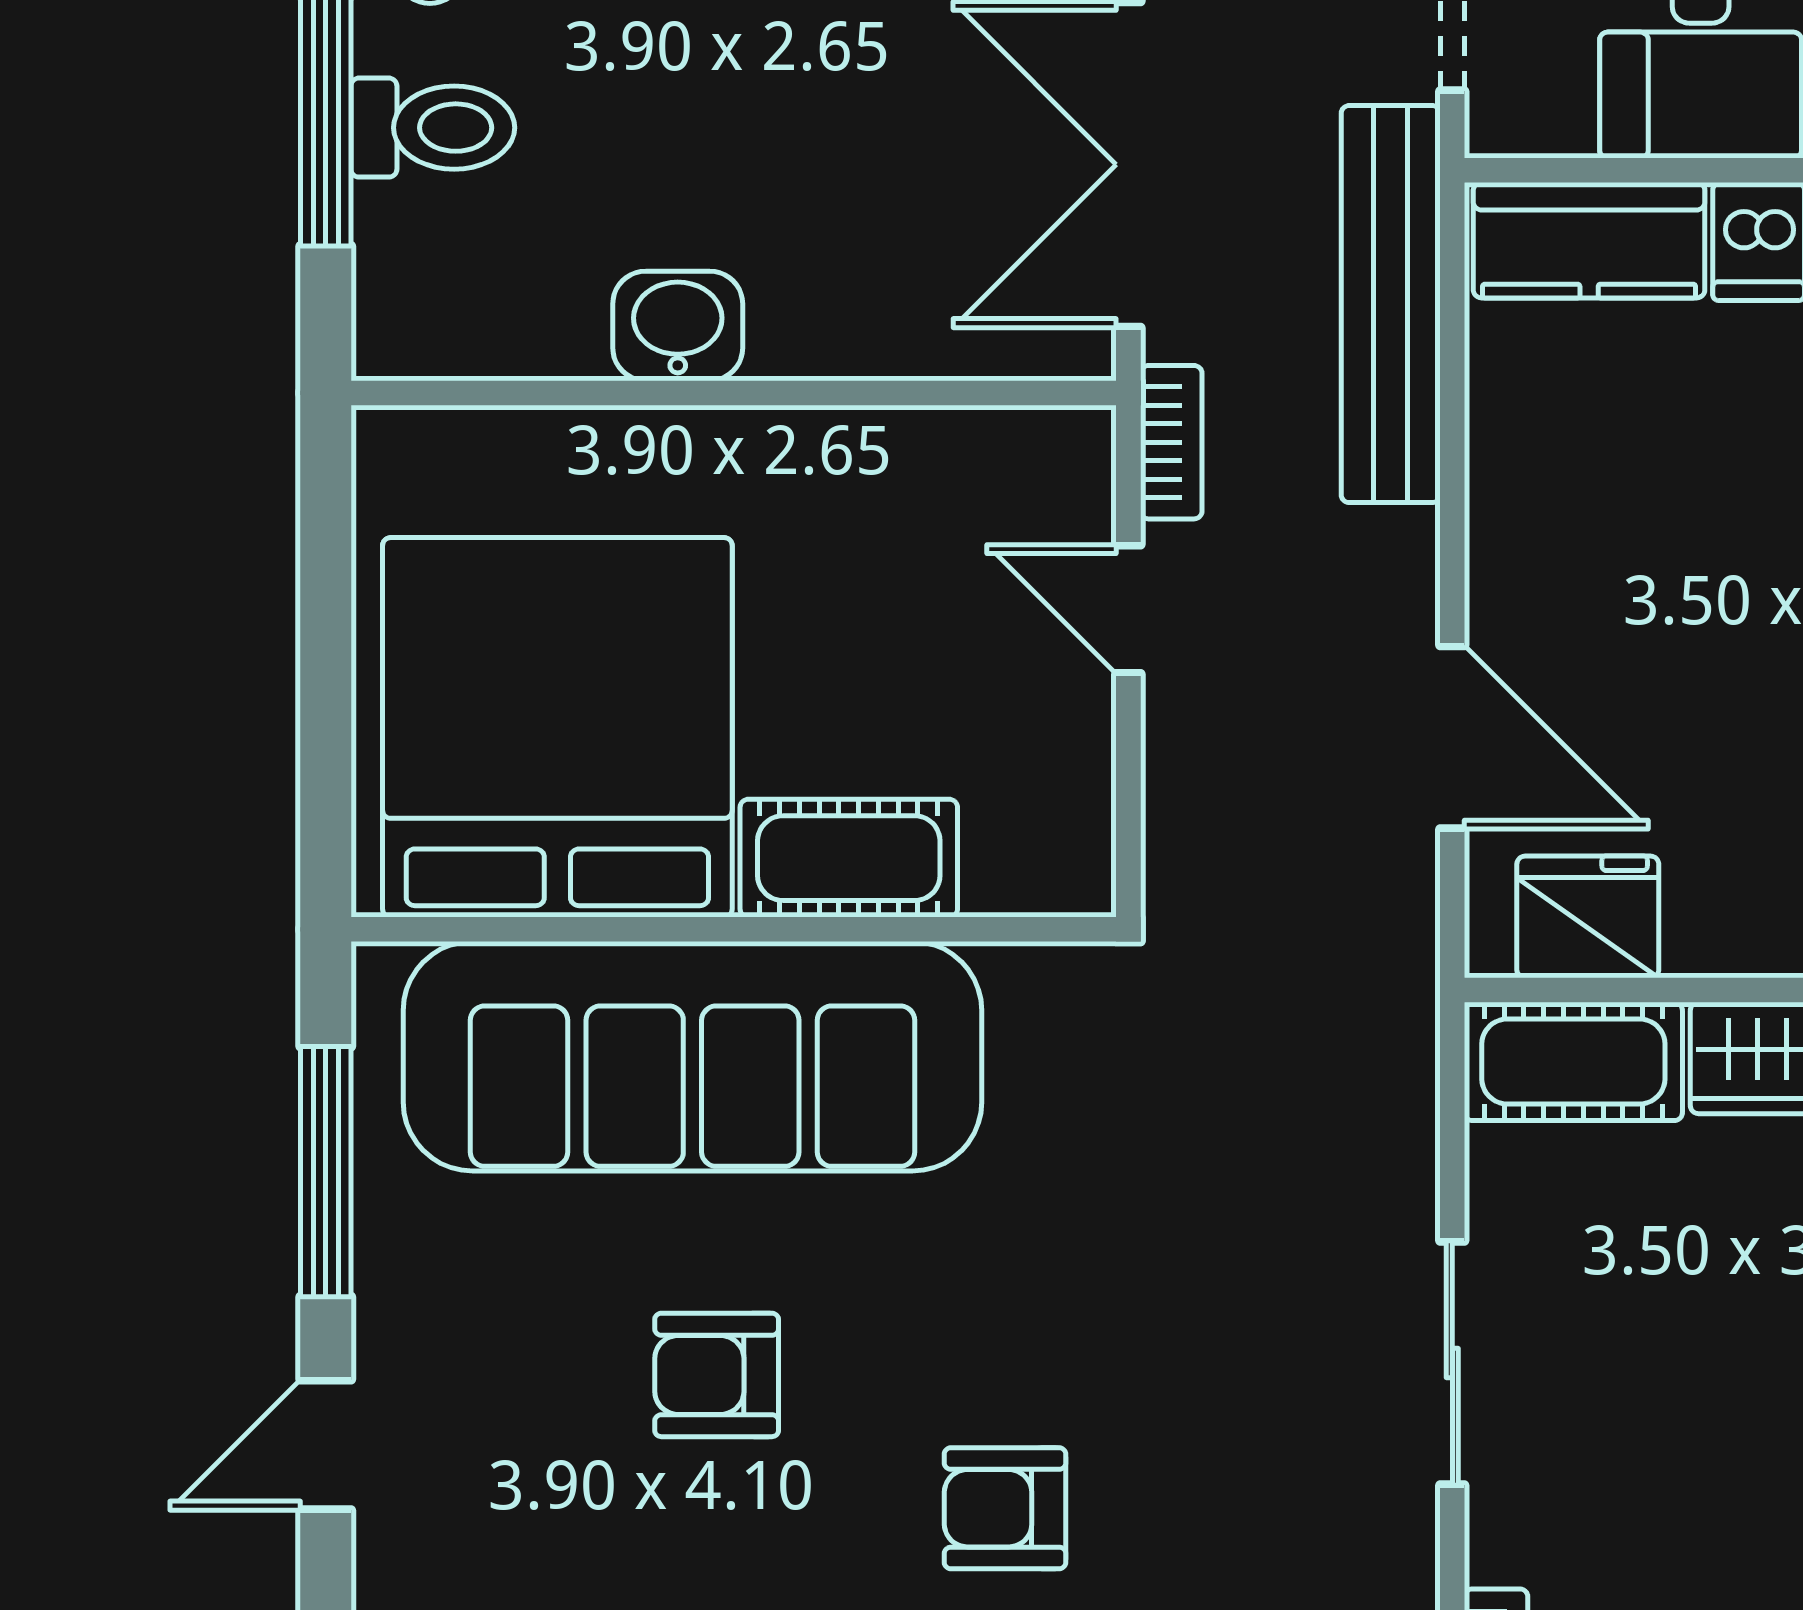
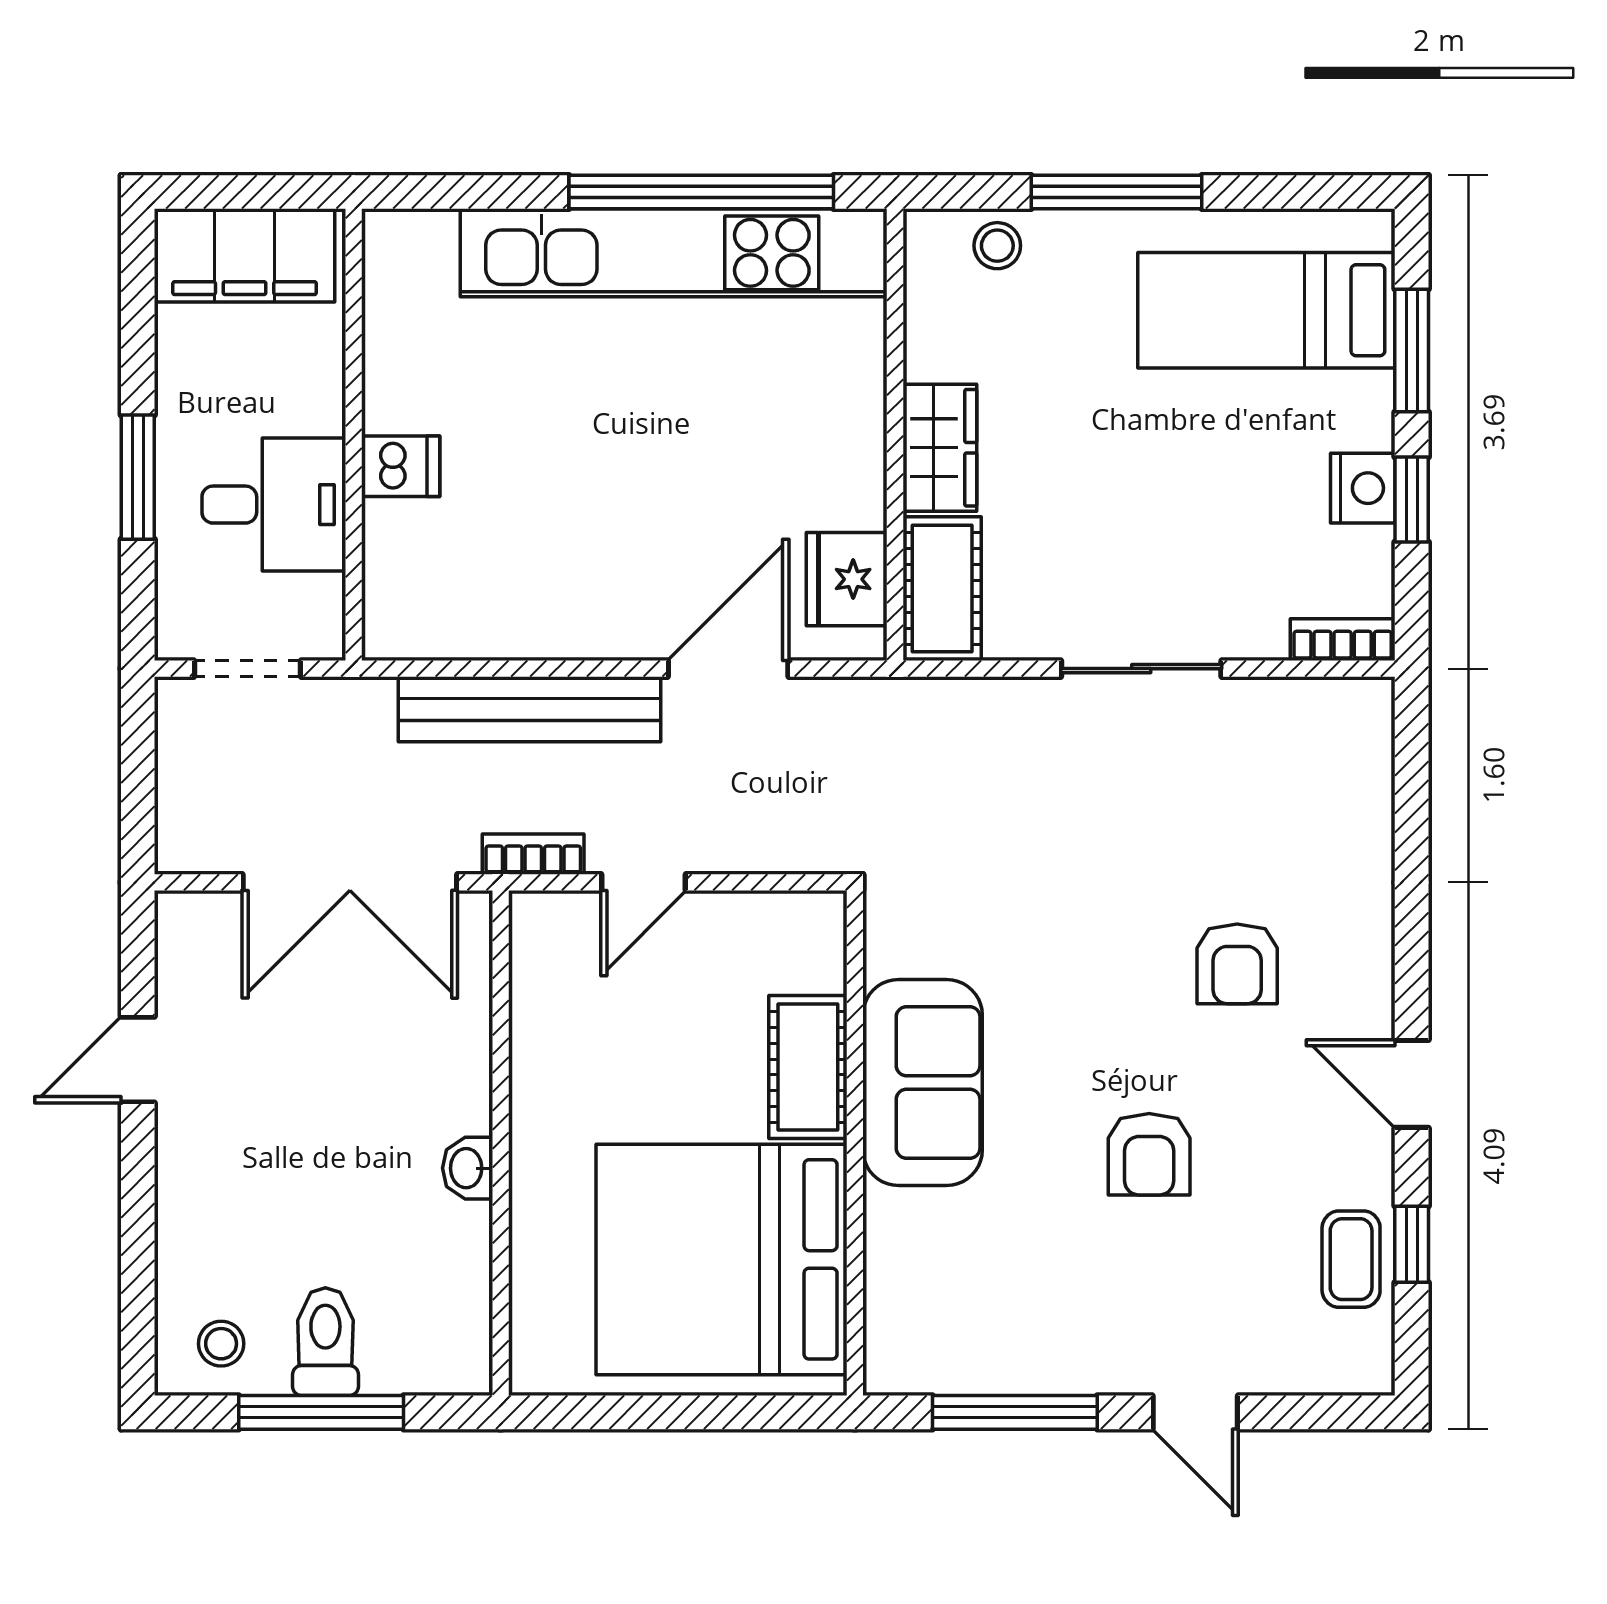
kitchen counter: (1589, 240) -> (400, 578), removed
bench: (1391, 304) -> (529, 709), moved
washbasin: (678, 326) -> (468, 1168), width x0.72, depth x0.69
sofa: (692, 1056) -> (923, 1082), width x0.54, depth x0.79

